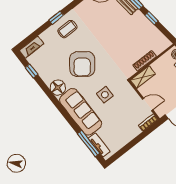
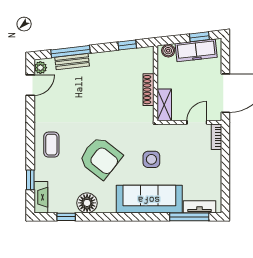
window: (56, 18) -> (30, 180), moved
window: (151, 18) -> (127, 45), moved
floor lamp: (58, 88) -> (87, 203), moved

